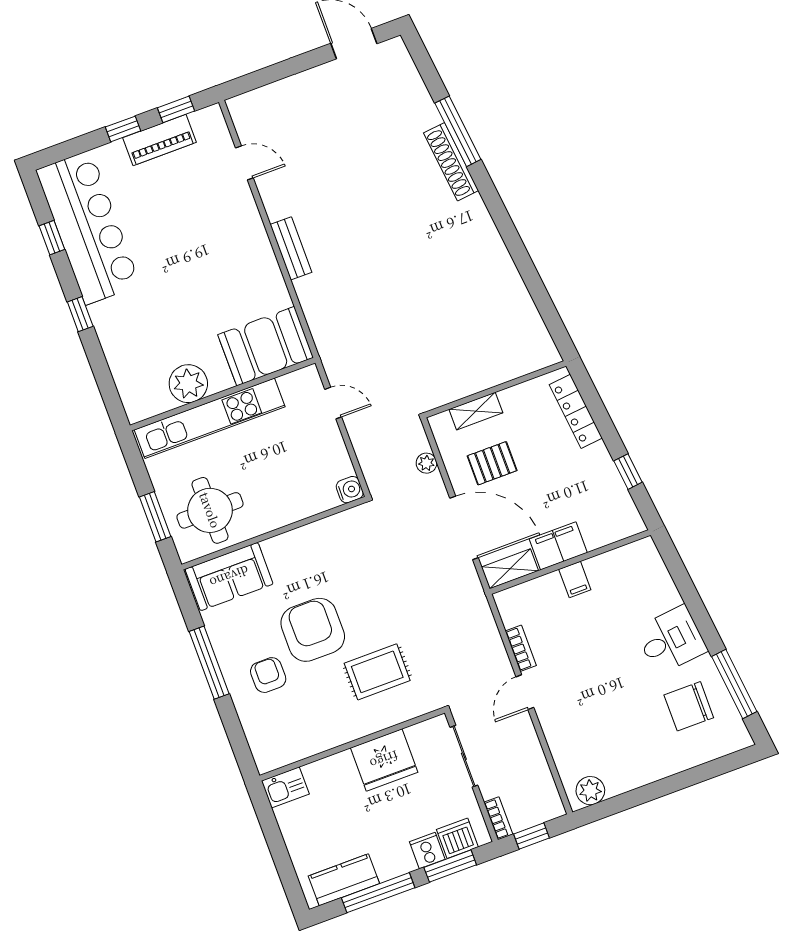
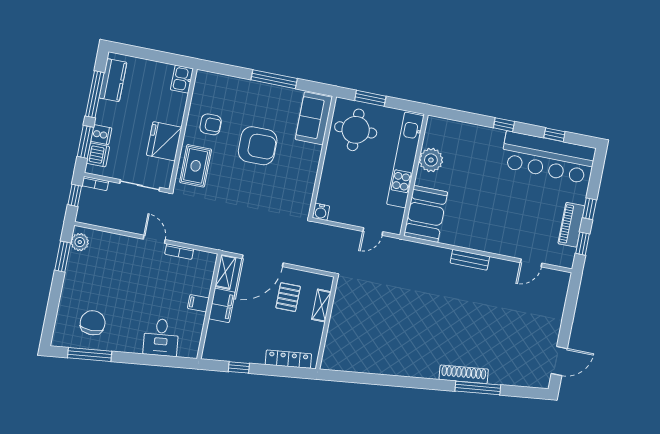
plant: (426, 463) -> (310, 262), removed
desk: (671, 640) -> (161, 337), moved
rug: (377, 672) -> (196, 166), moved
armchair: (268, 675) -> (211, 124), moved
window: (624, 802) -> (63, 257), added

